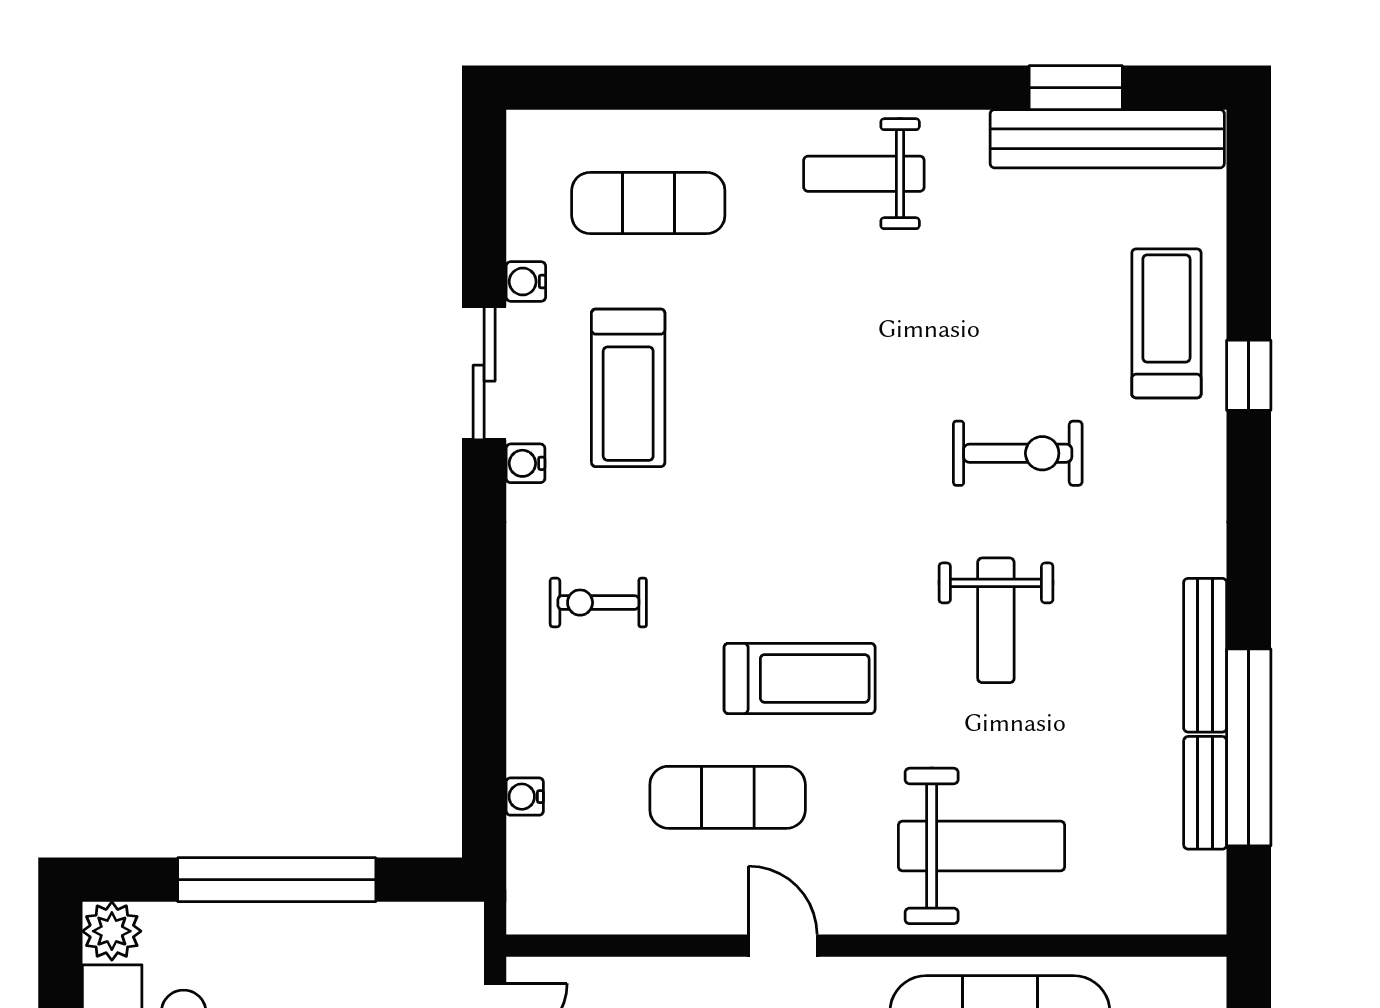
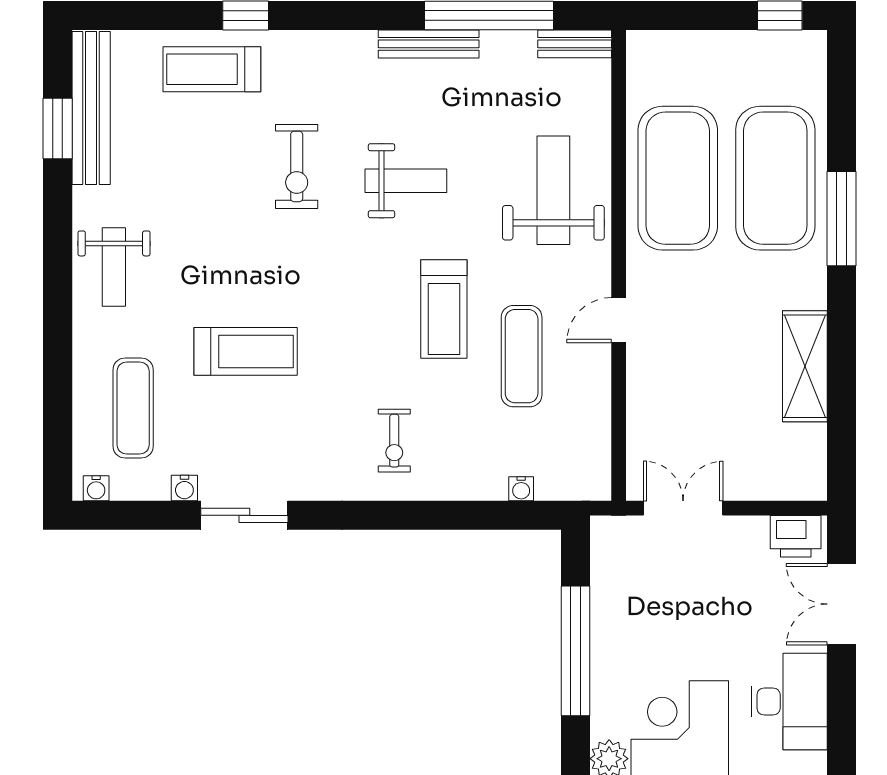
treadmill: (628, 388) -> (246, 351), moved
exercise bike: (1018, 453) -> (297, 166), turned 180
water cooler: (525, 463) -> (96, 488), moved
treadmill: (800, 678) -> (444, 309), turned 180
bench: (1205, 793) -> (575, 44), moved

